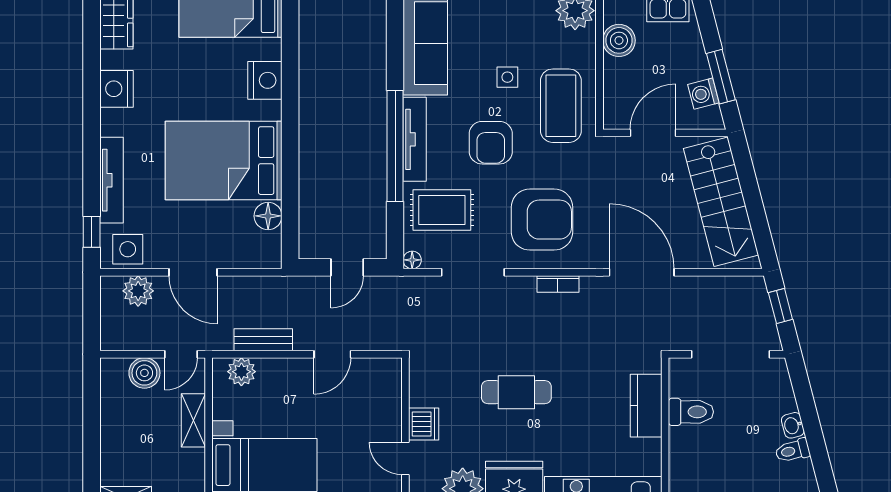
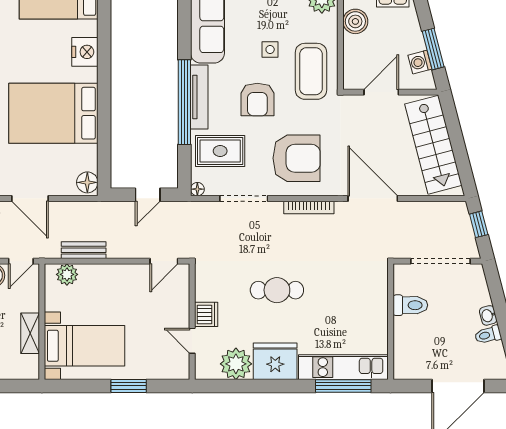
floor lamp: (268, 216) -> (87, 182), moved
bookcase: (558, 284) -> (309, 207), width x1.56
door: (332, 354) -> (164, 261), moved
kitchen counter: (646, 406) -> (376, 300), removed
shelving: (193, 420) -> (30, 333), moved

